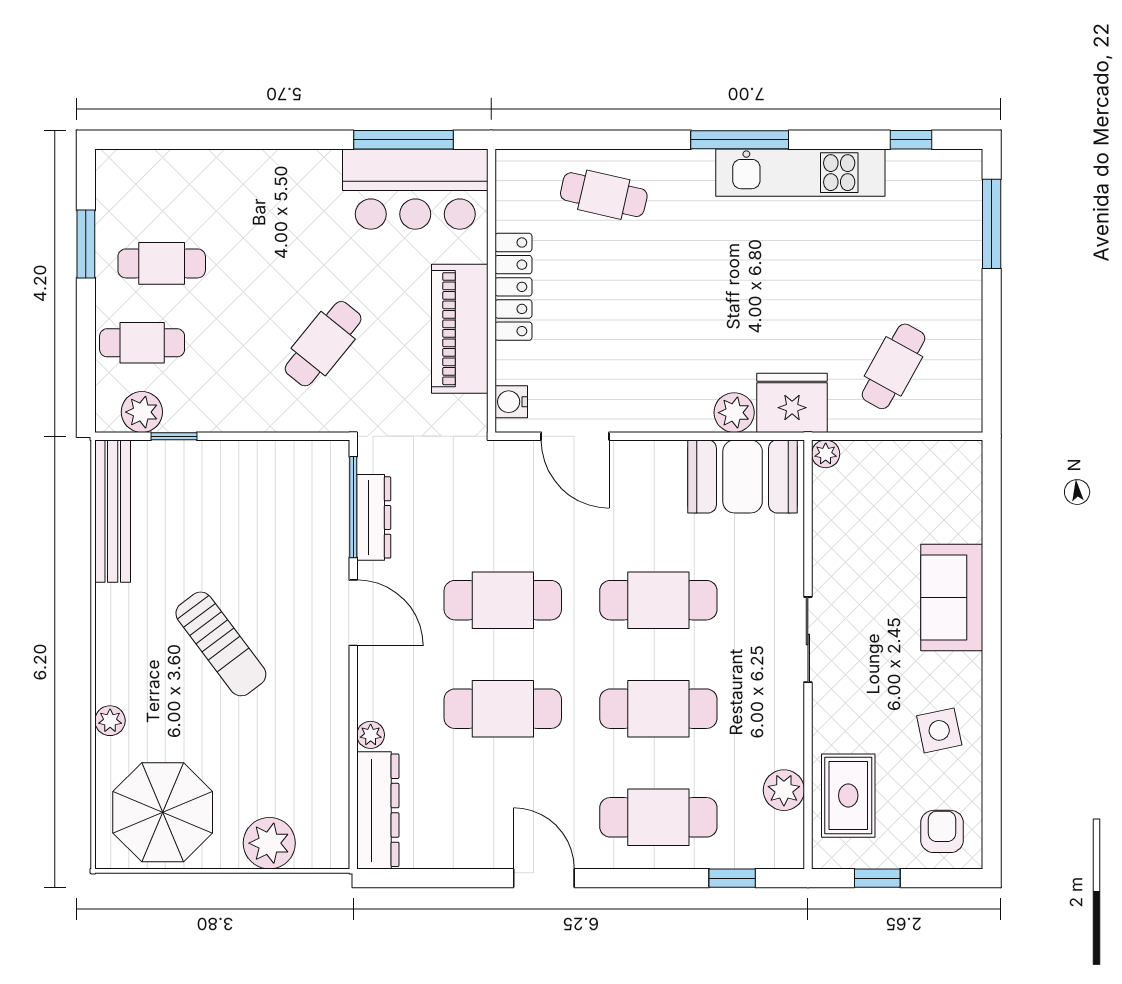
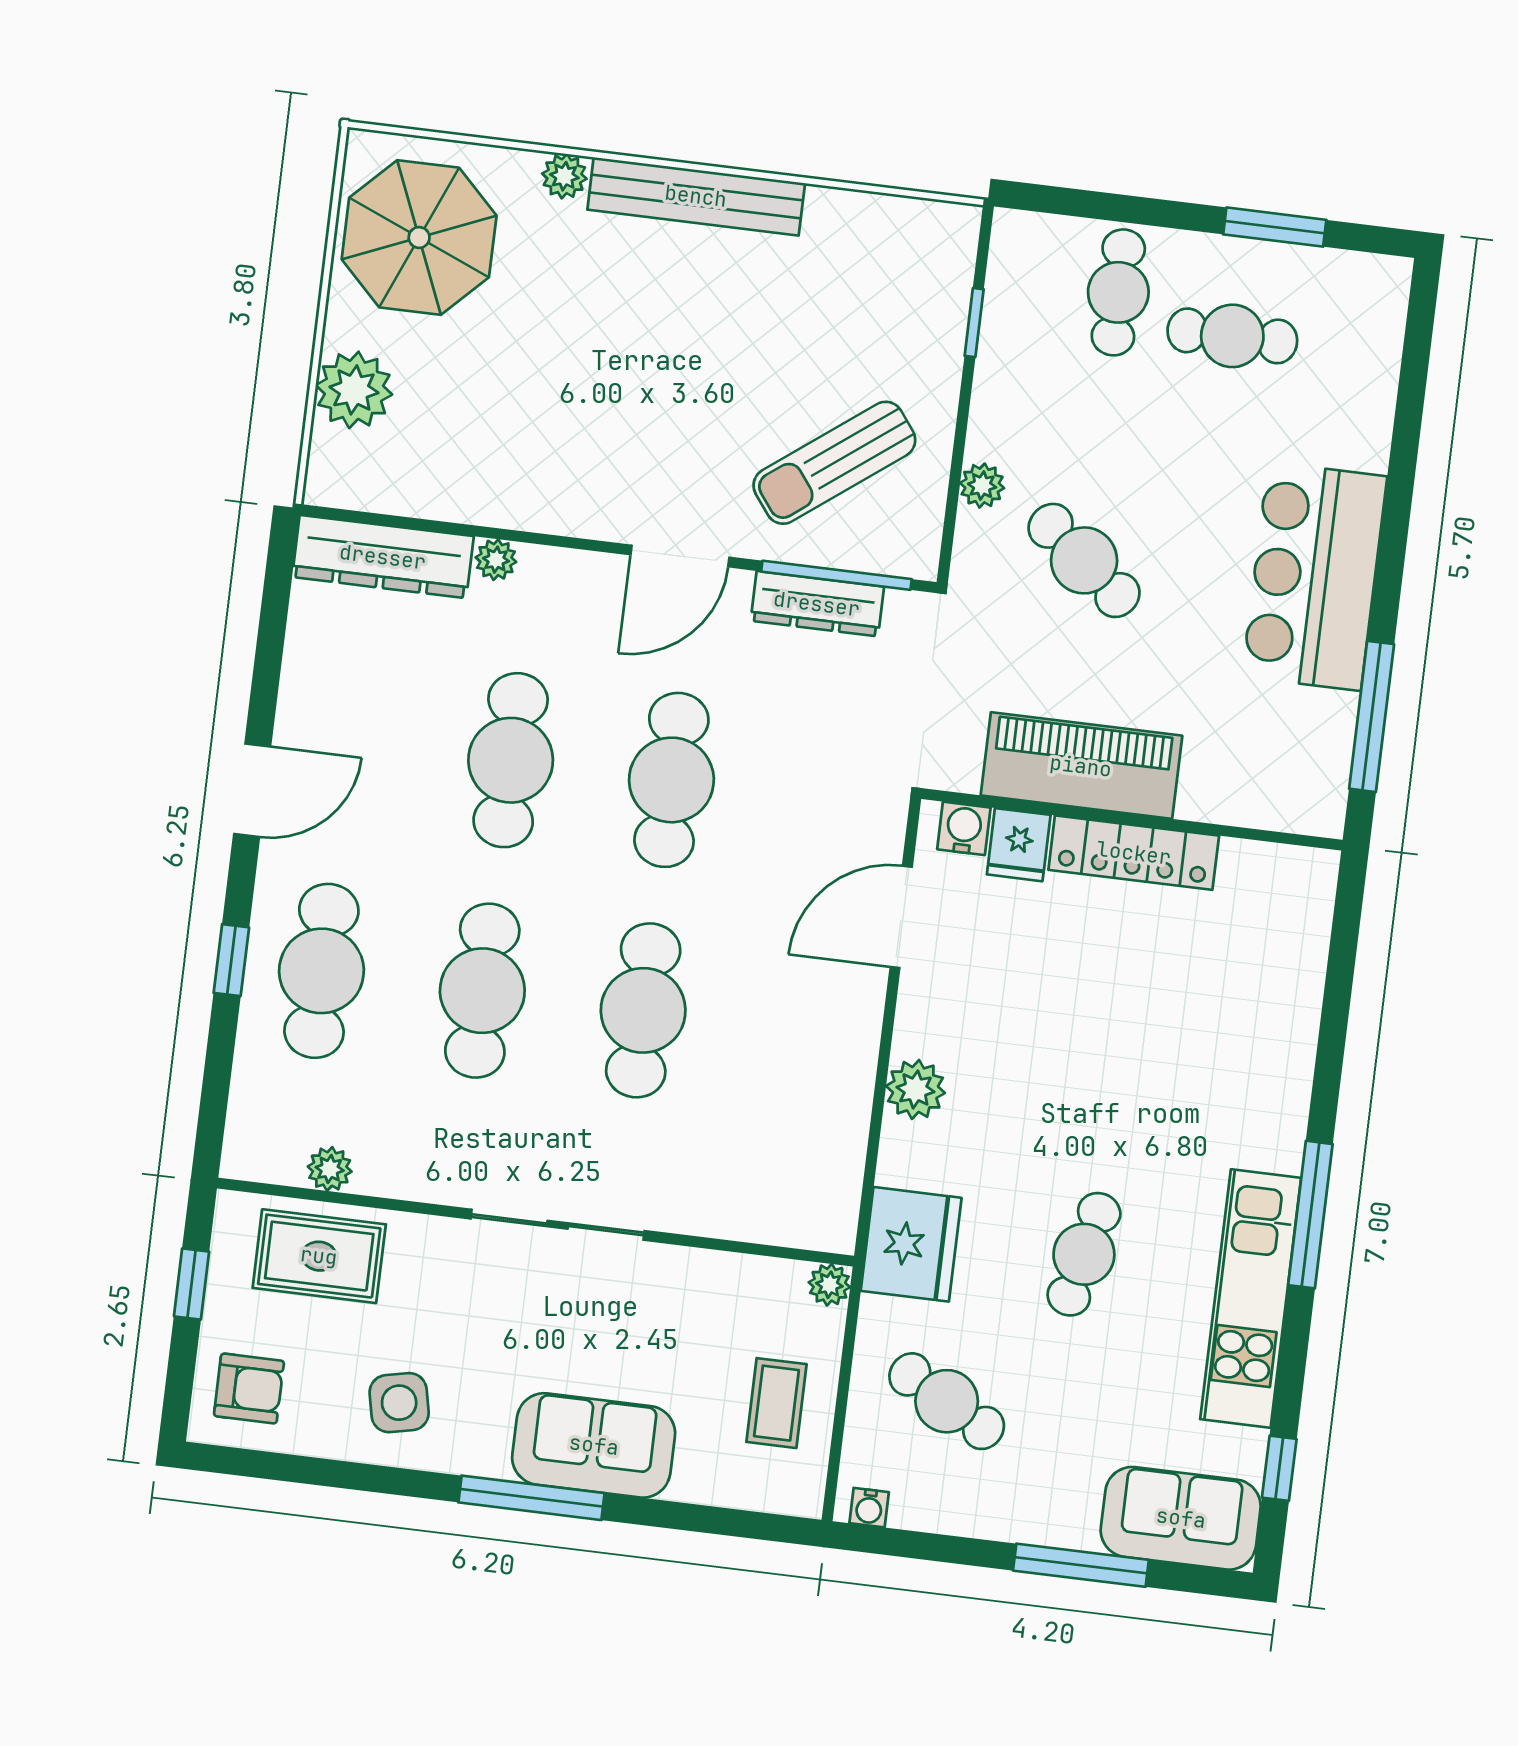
bar counter: (415, 189) -> (1314, 576), moved
cafe table: (604, 195) -> (1084, 1254), moved
sofa: (952, 201) -> (1181, 1518), added
window: (992, 224) -> (1081, 1565), moved
cafe table: (162, 263) -> (1232, 336), turned 90
fridge: (518, 364) -> (1019, 845), added
water cooler: (971, 409) -> (869, 1508), added
plant: (142, 412) -> (982, 486), moved, width x0.73, depth x0.73
plant: (734, 413) -> (915, 1089), moved
booth: (743, 476) -> (811, 1158), removed
coffee table: (909, 479) -> (776, 1403), added
bench: (113, 511) -> (696, 196), moved
window: (992, 635) -> (531, 1498), added
sliding door: (808, 640) -> (558, 1225), width x1.37
sun lounger: (221, 644) -> (834, 463), moved
plant: (784, 790) -> (330, 1169), width x0.73, depth x0.73
window: (732, 878) -> (231, 960), moved

